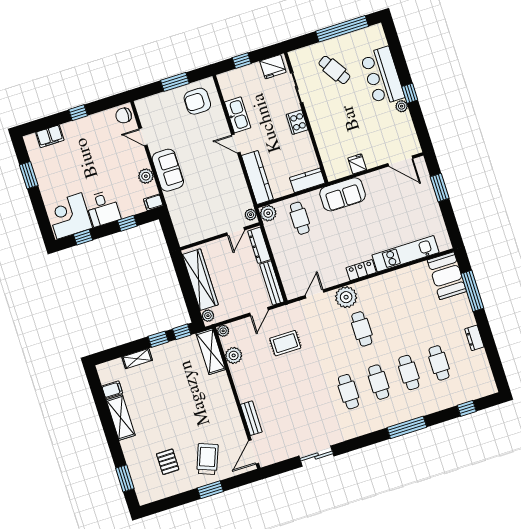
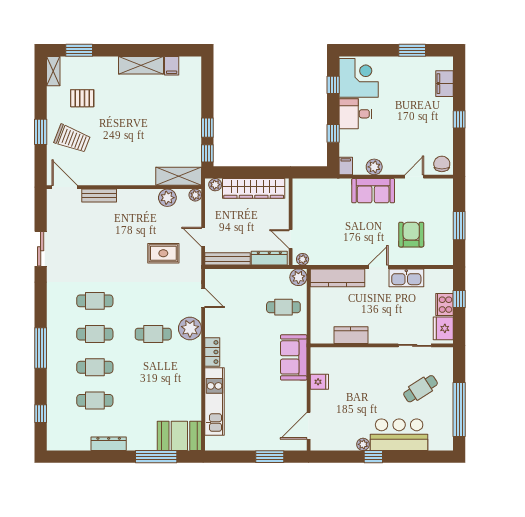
armchair: (197, 101) -> (411, 235), moved
cooker: (297, 122) -> (444, 305), moved, turned -90
kitchen counter: (307, 180) -> (351, 335), moved, turned -90
dresser: (474, 338) -> (109, 444), width x1.44
rug: (285, 343) -> (163, 253), turned 90
shelving: (137, 359) -> (53, 71), moved

